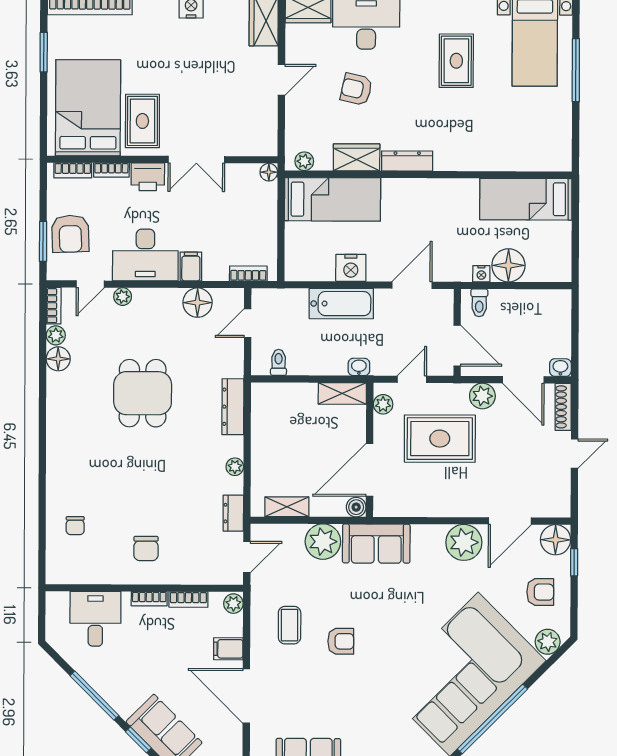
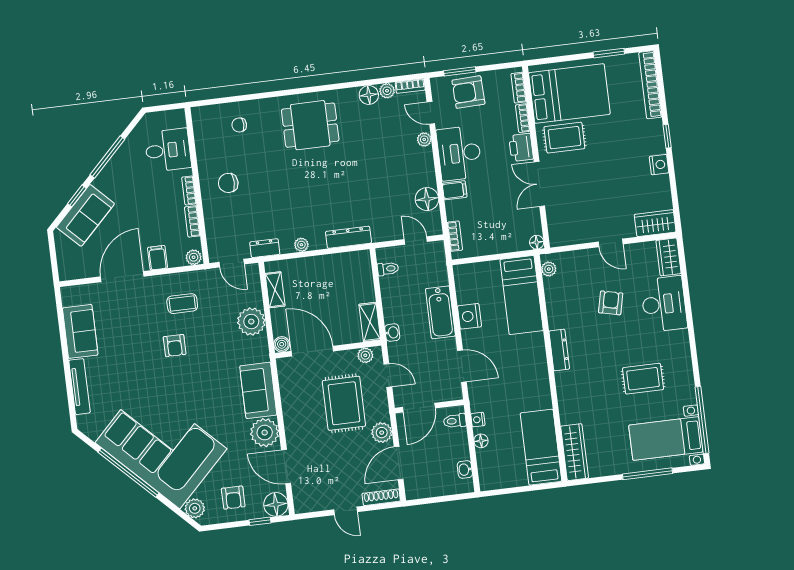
wardrobe: (357, 157) -> (575, 452), moved, width x1.50
floor lamp: (508, 265) -> (481, 441), width x0.53, depth x0.53
washbasin: (560, 368) -> (465, 470), moved, turned 180
dining table: (143, 393) -> (310, 125), moved
sofa: (376, 544) -> (258, 390), moved

